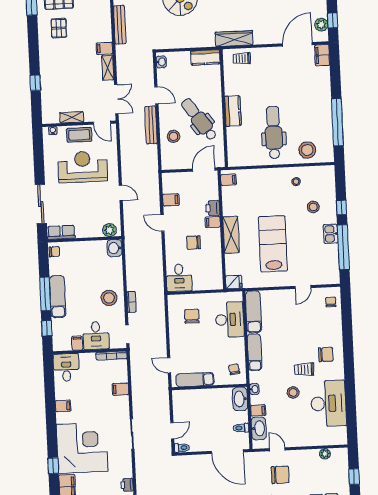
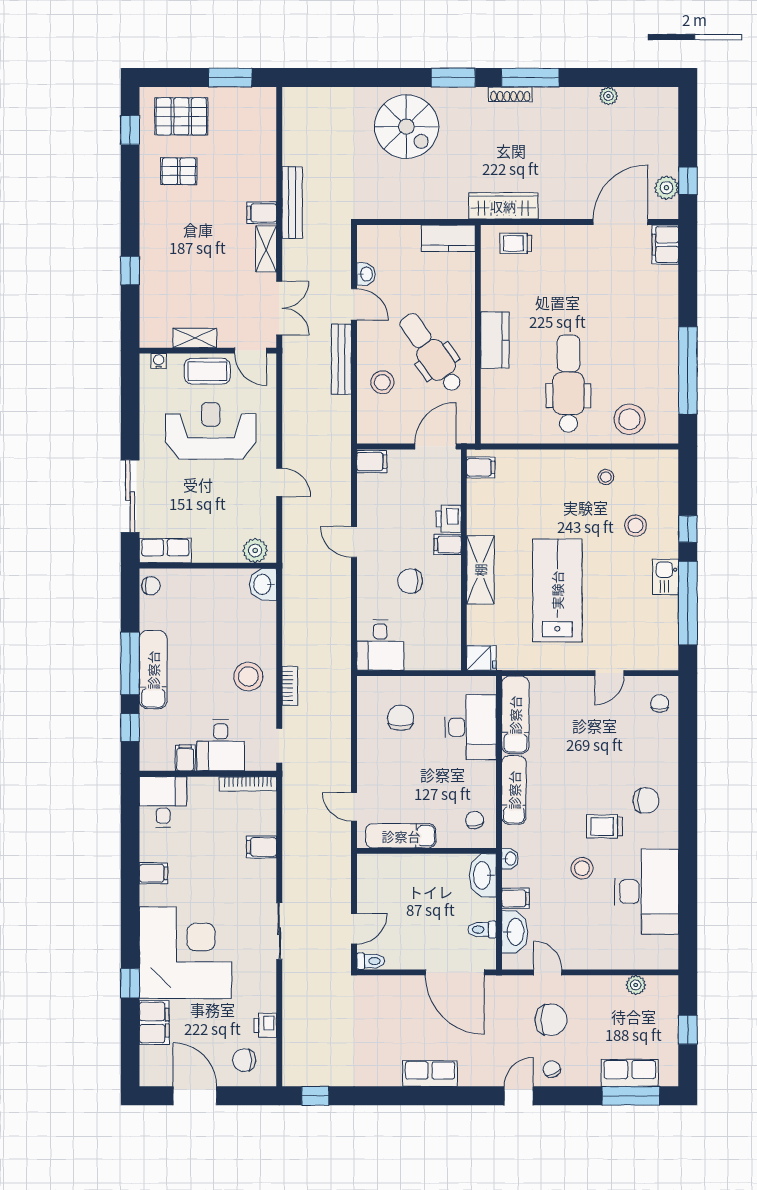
bench: (120, 25) -> (292, 202), moved
pallet: (59, 28) -> (179, 171), turned 90
washbasin: (161, 62) -> (366, 274), moved
filing cabinet: (171, 200) -> (372, 462), moved

